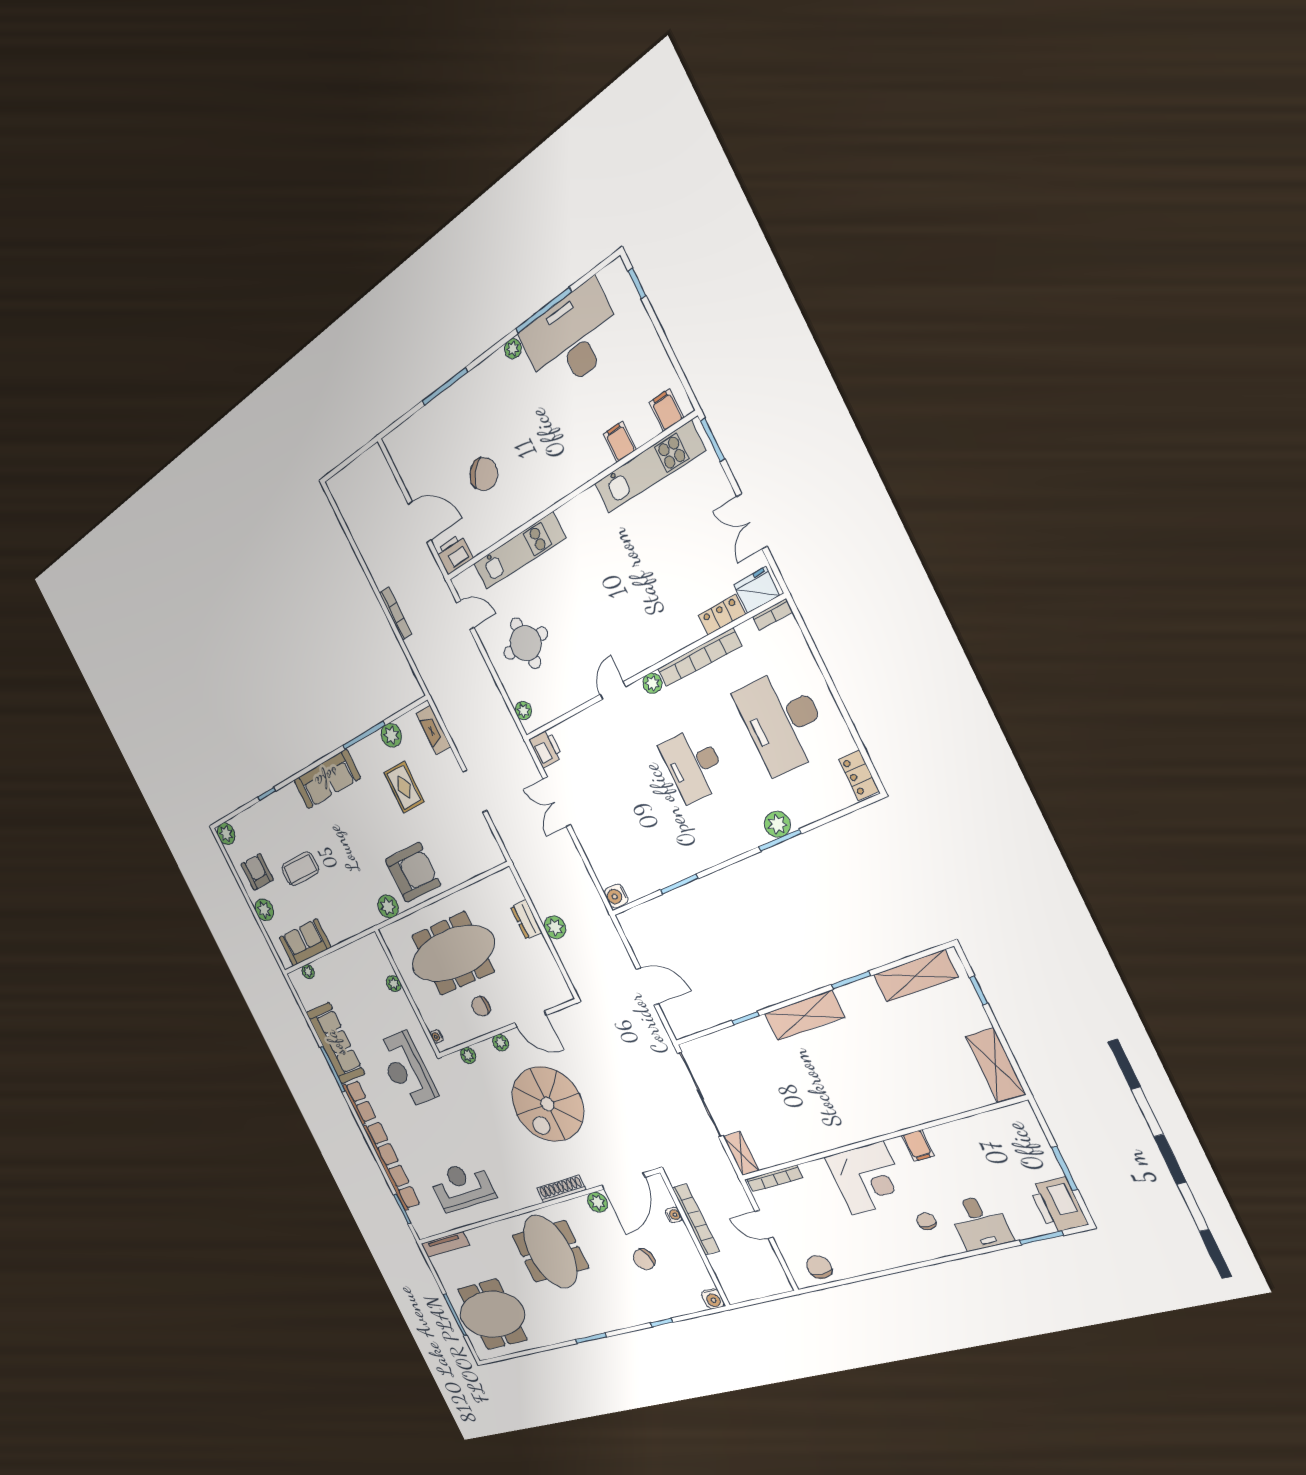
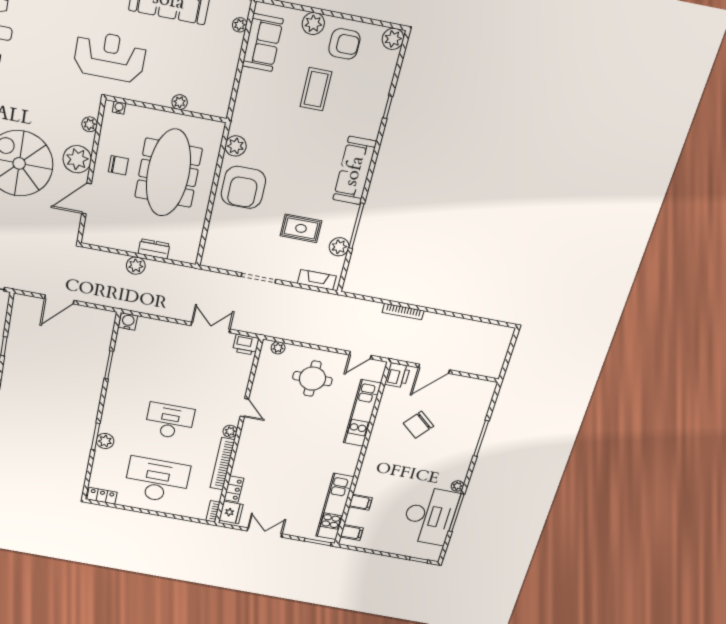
chair: (481, 1006) -> (118, 165), turned 90
plant: (501, 1043) -> (77, 159), width x1.87, depth x1.87

